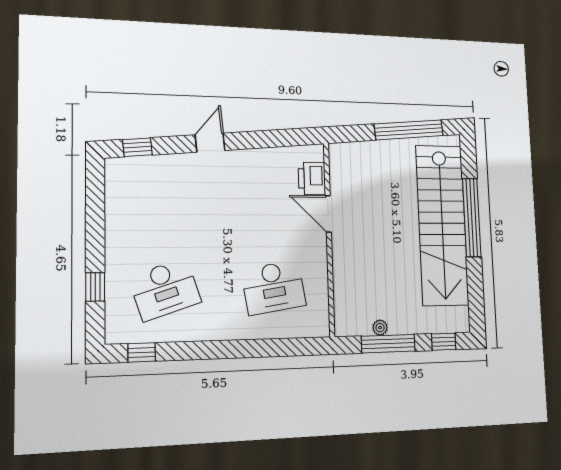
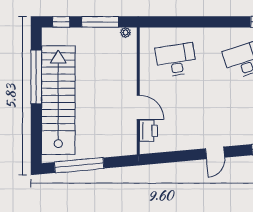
window: (472, 218) -> (36, 77), moved
plant: (380, 328) -> (126, 33), moved

